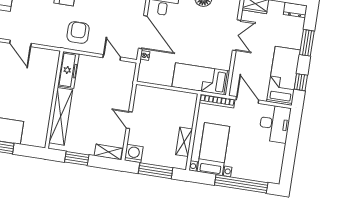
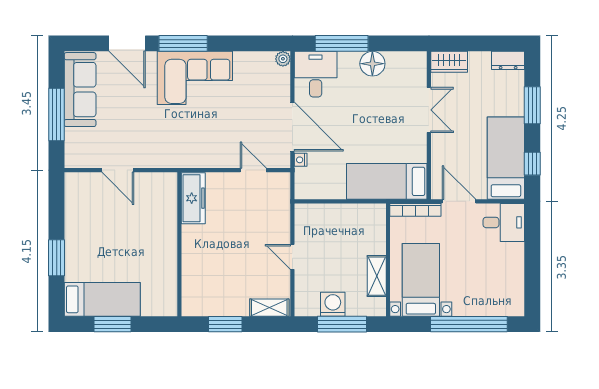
armchair: (78, 32) -> (199, 142), removed
shelving: (61, 116) -> (193, 267), removed
desk: (275, 124) -> (504, 222), width x0.73
washing machine: (134, 154) -> (333, 304), moved

